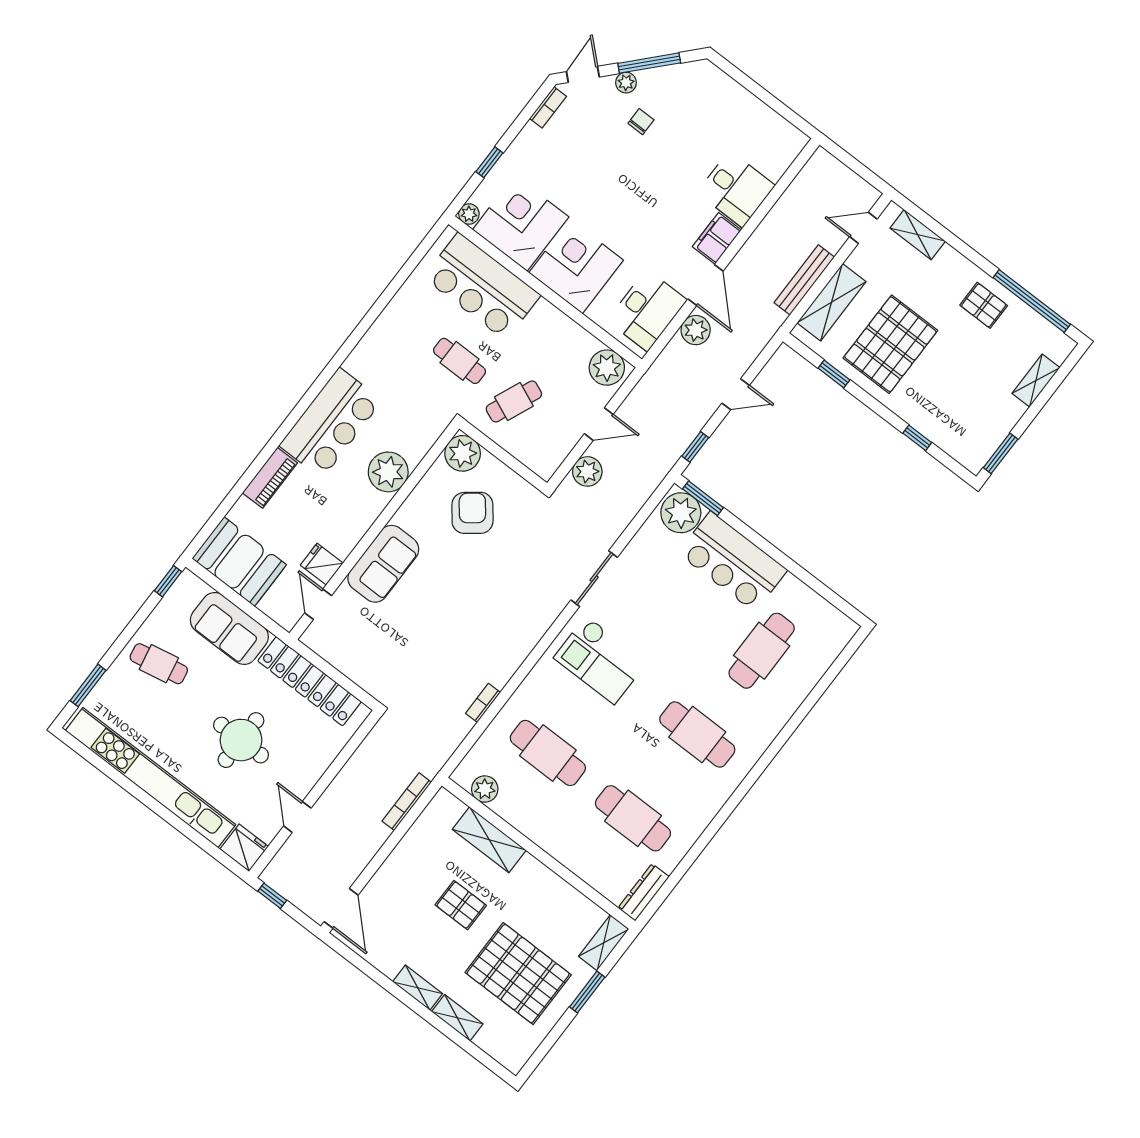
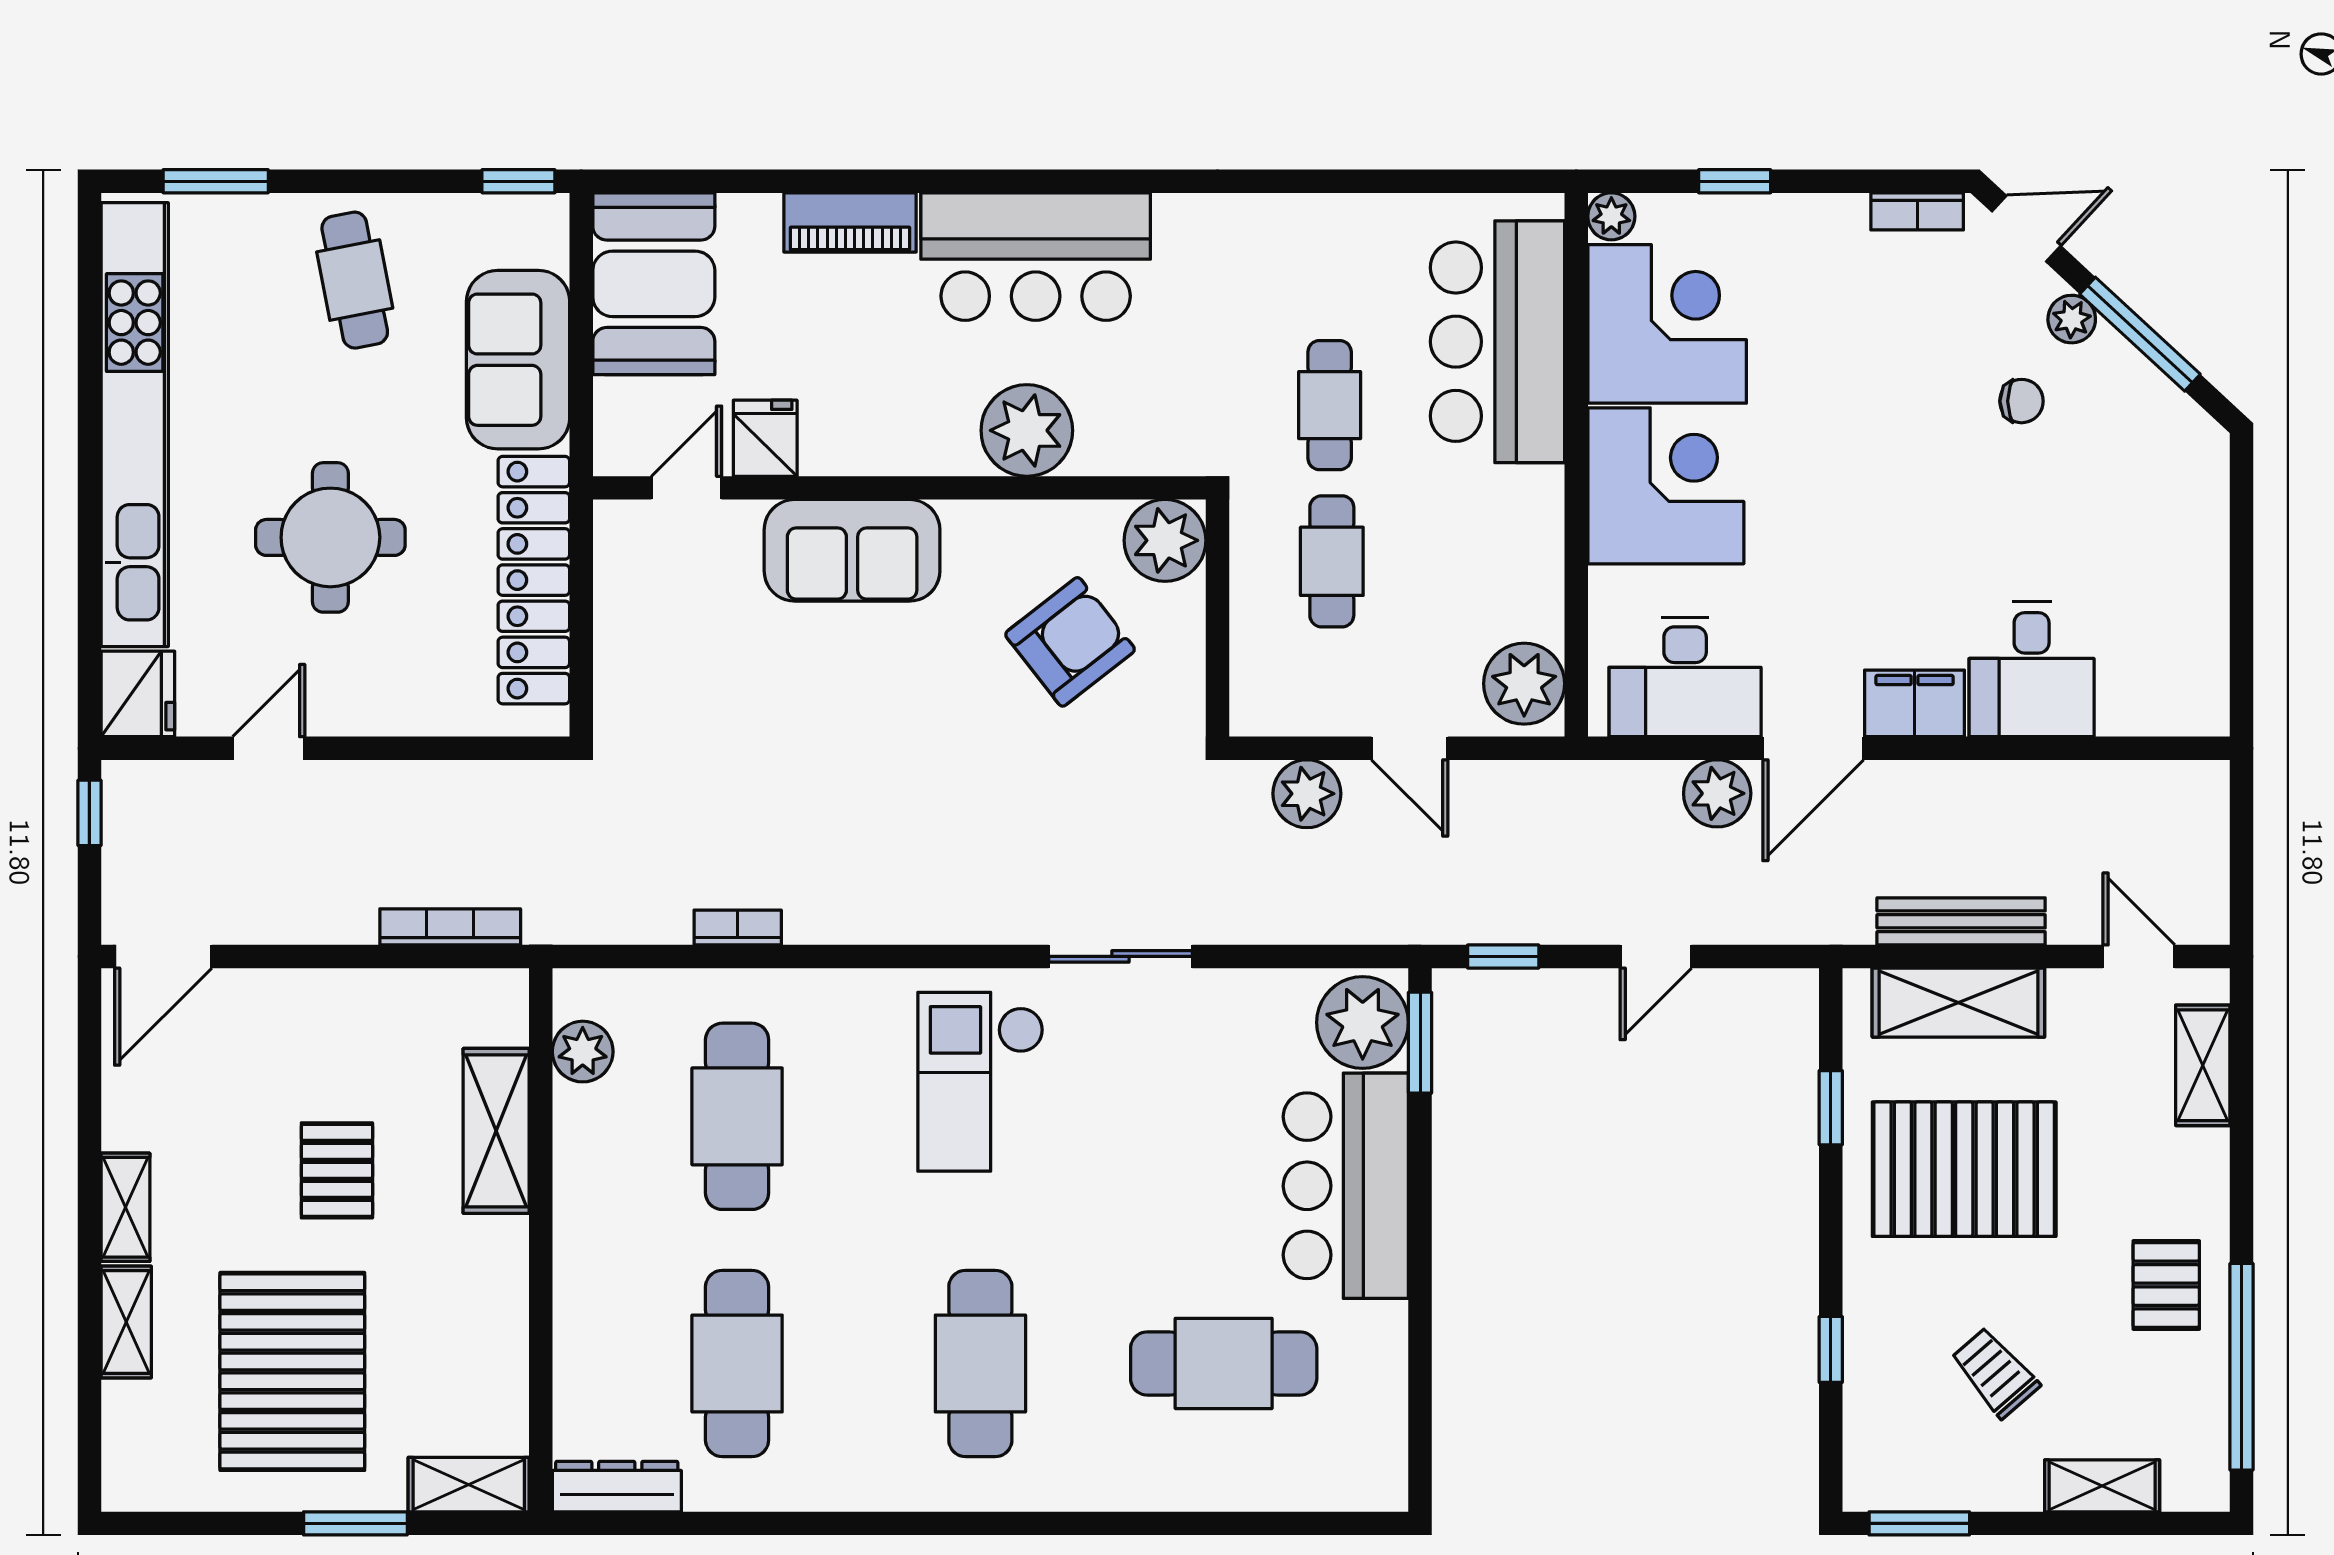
trolley: (969, 387) -> (1995, 1372), added
door: (736, 394) -> (1656, 956), hinge flipped
cafe table: (514, 401) -> (1332, 561), turned 67

